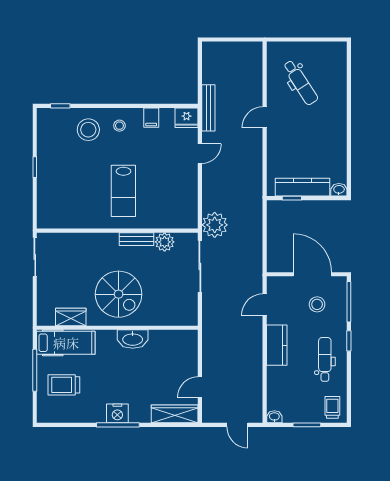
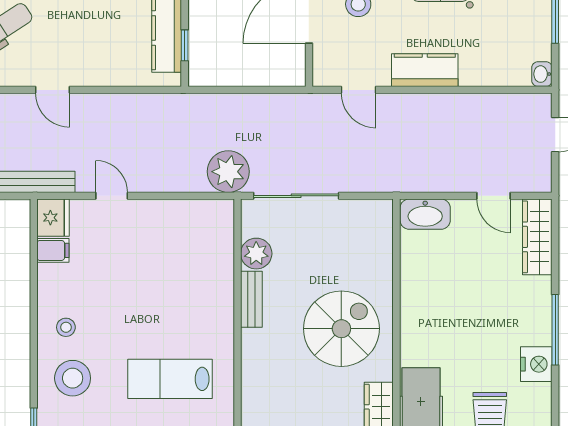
filing cabinet: (151, 118) -> (53, 250), moved
lab bench: (123, 191) -> (170, 379), moved, turned 180
washbasin: (133, 339) -> (425, 214), moved, turned 90
nightstand: (117, 413) -> (536, 364), moved

